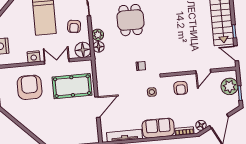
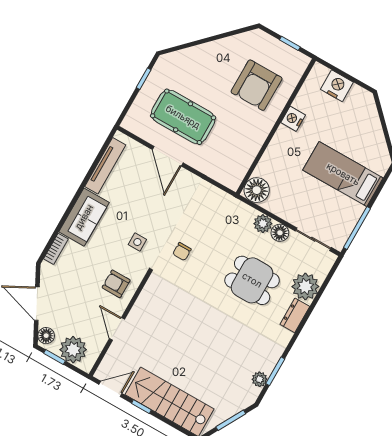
armchair: (74, 26) -> (296, 200), removed
floor lamp: (99, 47) -> (280, 233), moved
double door: (57, 61) -> (265, 145), removed
pool table: (72, 86) -> (183, 117), moved, turned 90
armchair: (30, 87) -> (257, 85), turned 90
floor lamp: (201, 125) -> (46, 336), moved

